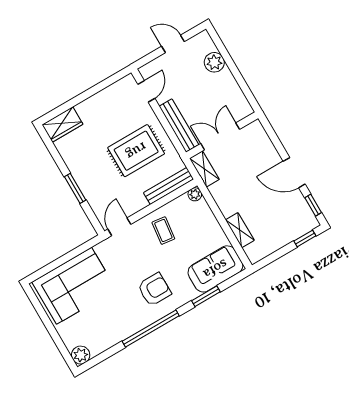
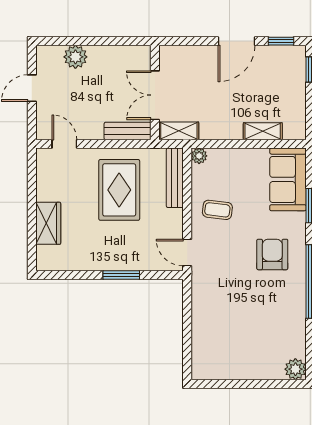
wardrobe: (62, 124) -> (48, 223), moved
bench: (179, 125) -> (128, 131), width x0.73
corner sofa: (74, 286) -> (220, 335), removed

